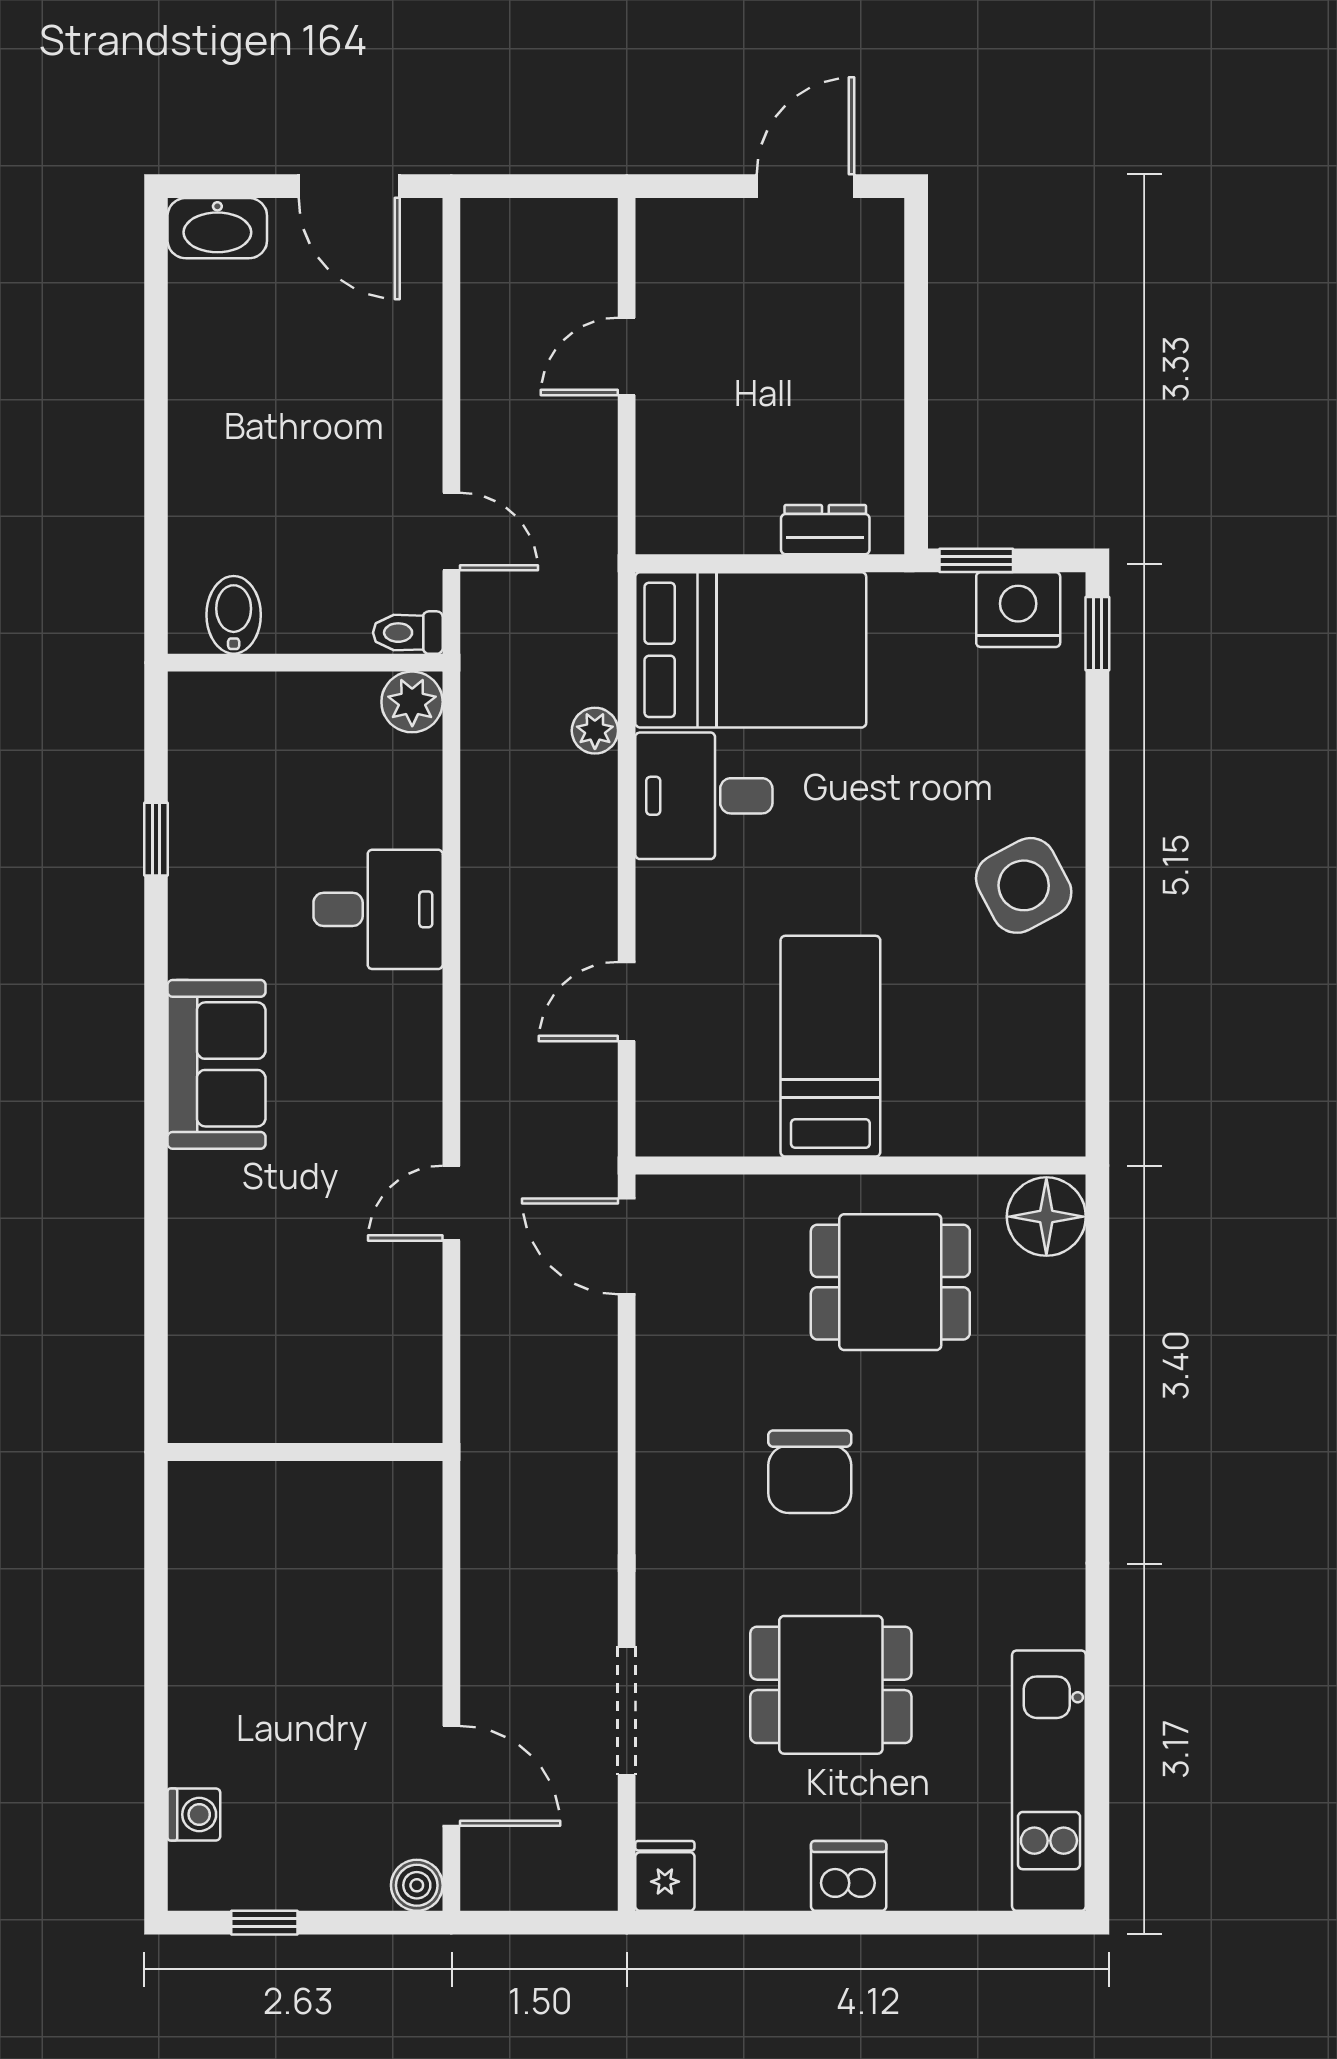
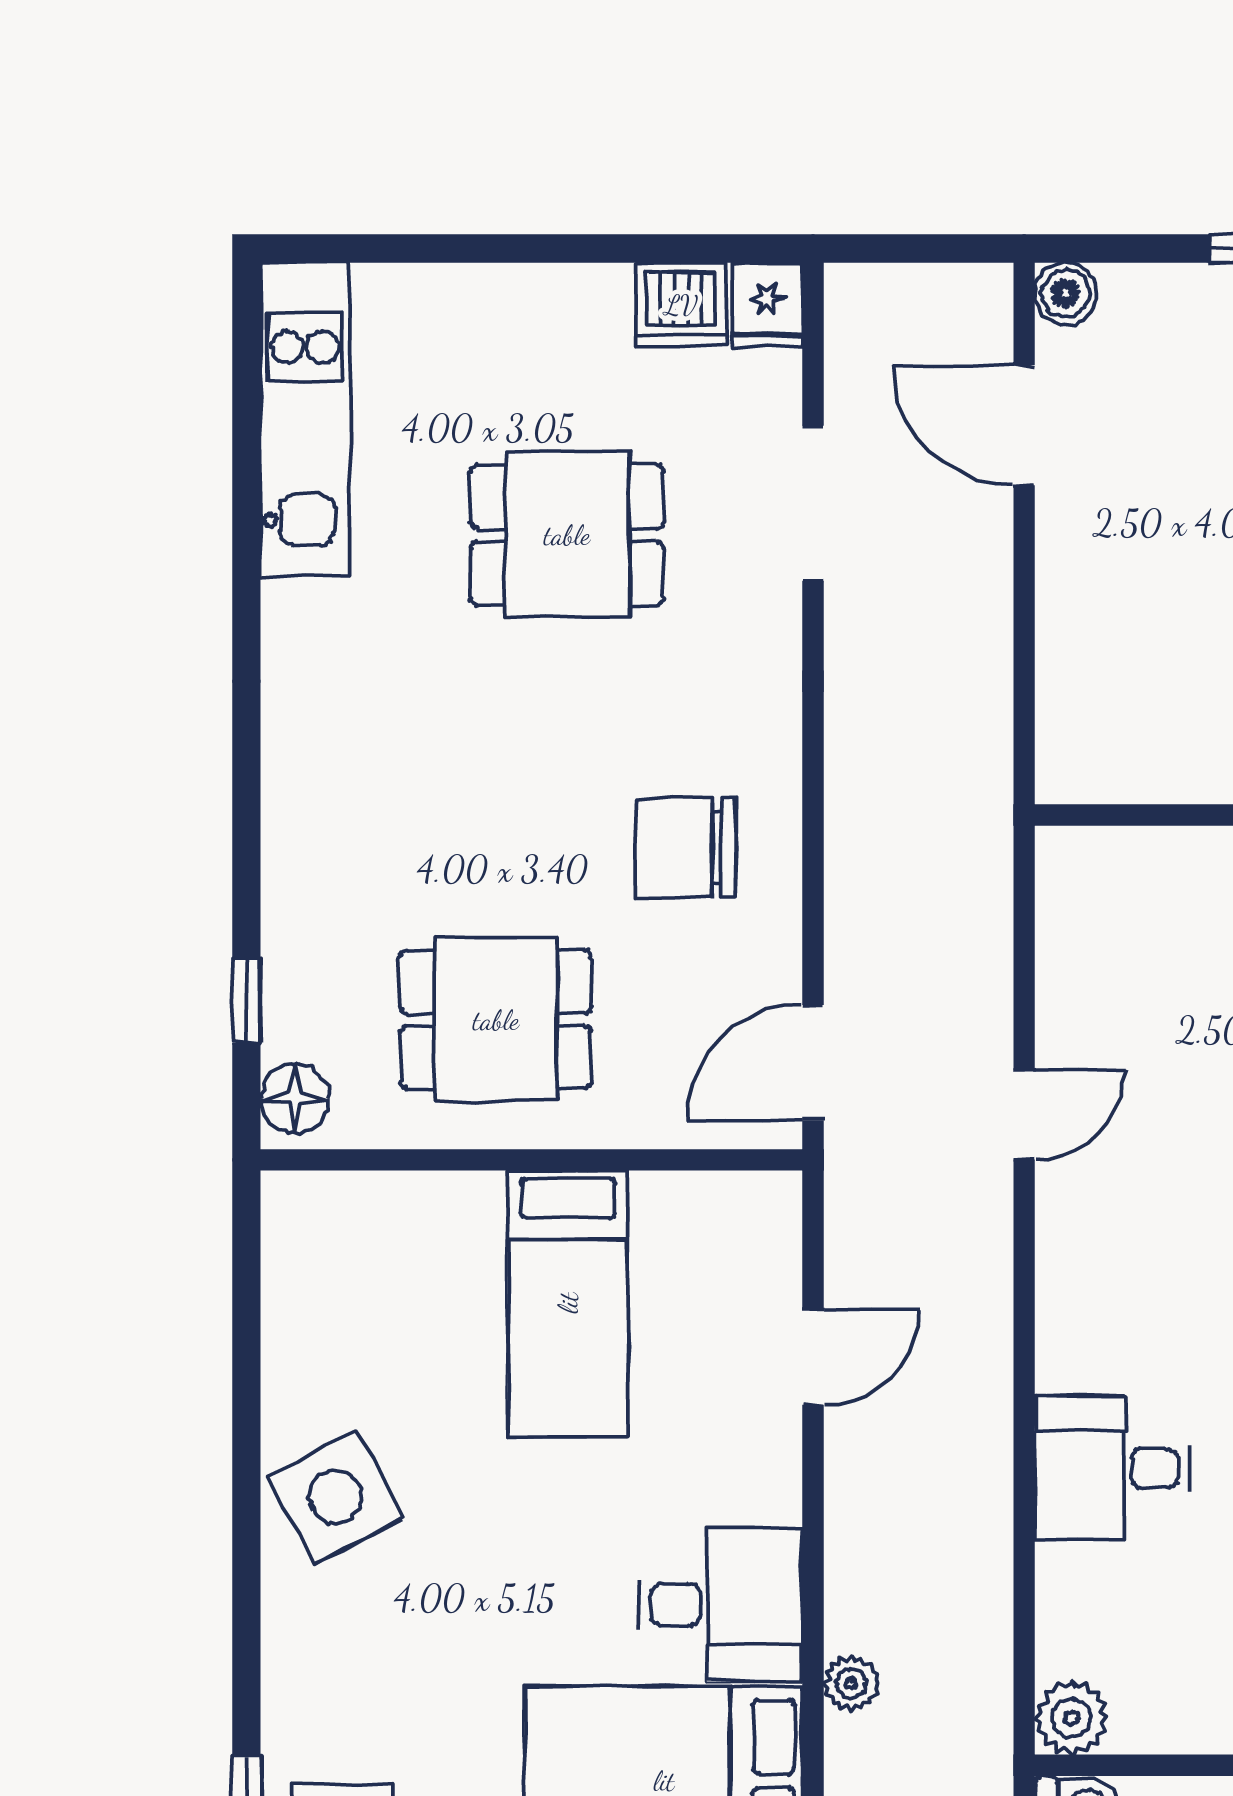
floor lamp: (1046, 1217) -> (295, 1098), width x0.73, depth x0.73
door: (627, 1246) -> (813, 1063), swing flipped
window: (1097, 1298) -> (246, 1001), added
chair: (810, 1472) -> (686, 847), moved, turned -90
dishwasher: (849, 1876) -> (681, 305), moved

